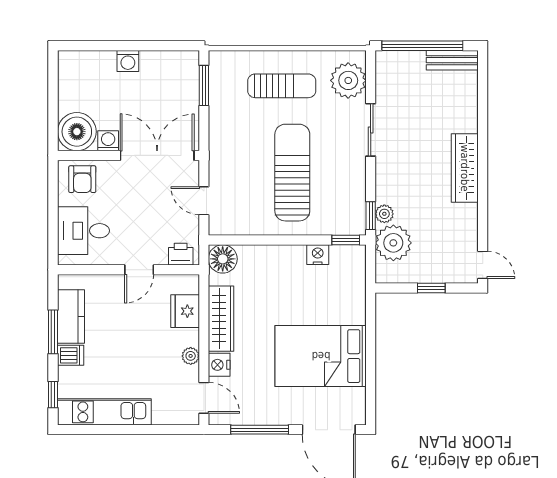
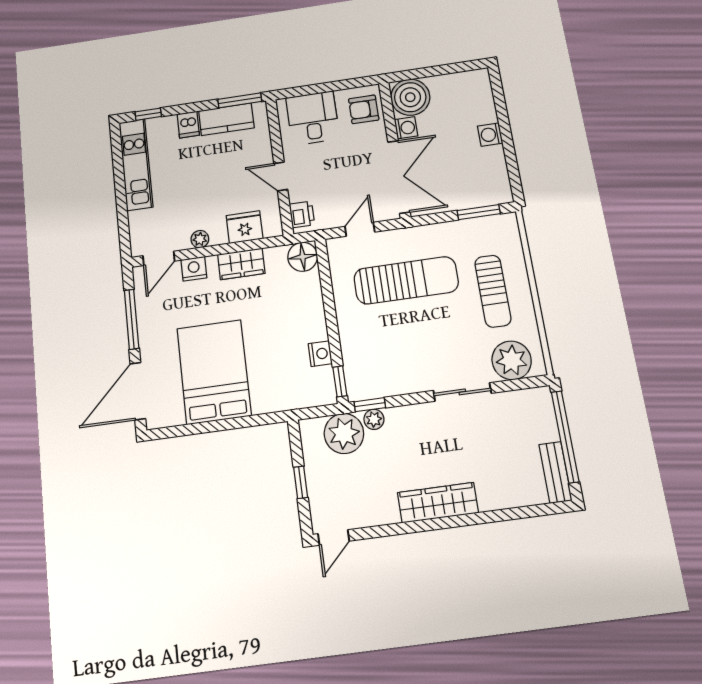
sun lounger: (292, 173) -> (406, 280), moved
wardrobe: (221, 319) -> (241, 264), width x0.67
window: (53, 332) -> (240, 100), moved

